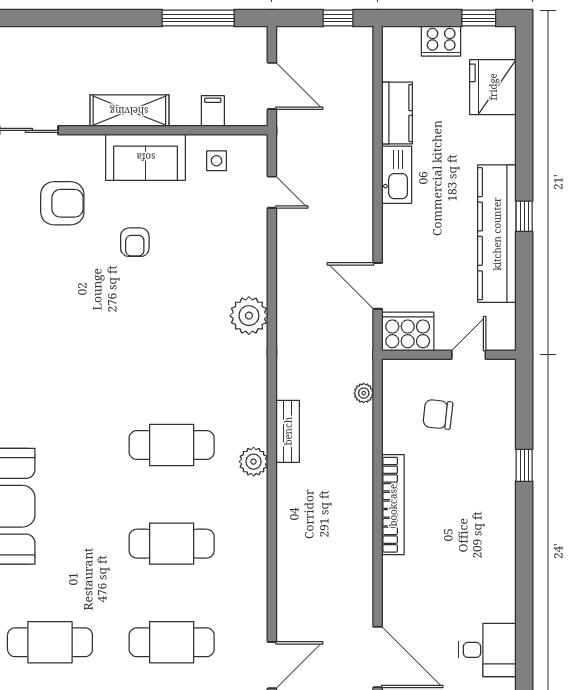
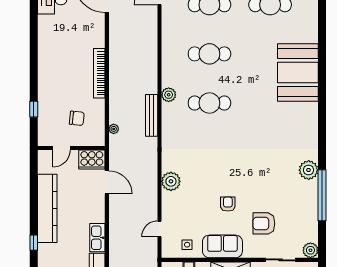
door: (272, 192) -> (159, 229), hinge flipped
window: (524, 216) -> (34, 243), moved
plant: (249, 316) -> (171, 181), moved
bench: (288, 431) -> (152, 115), width x1.36
window: (524, 465) -> (34, 109), moved

